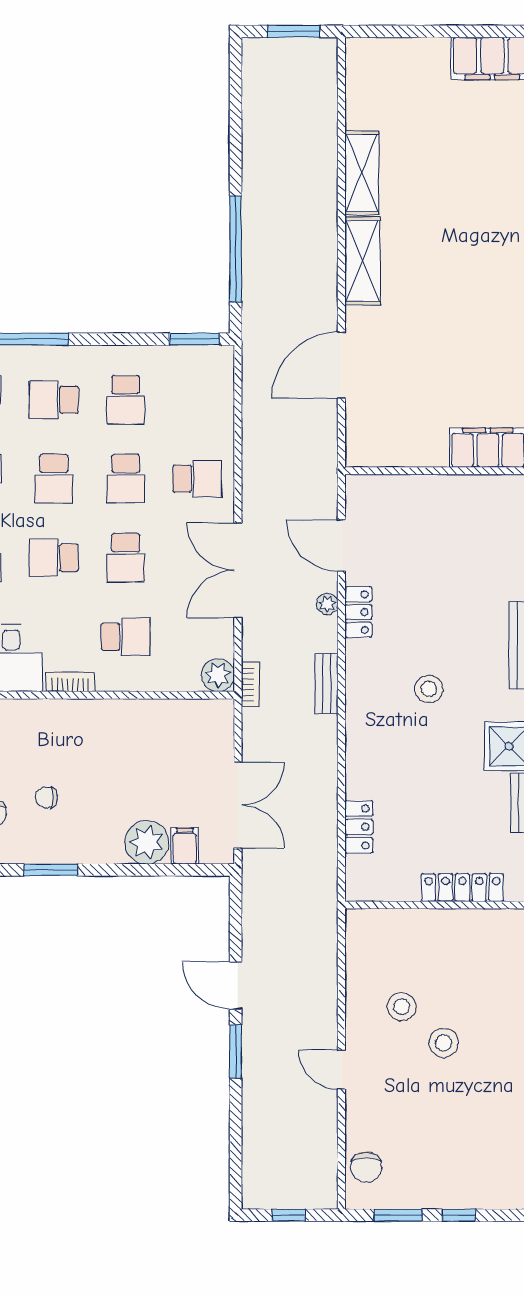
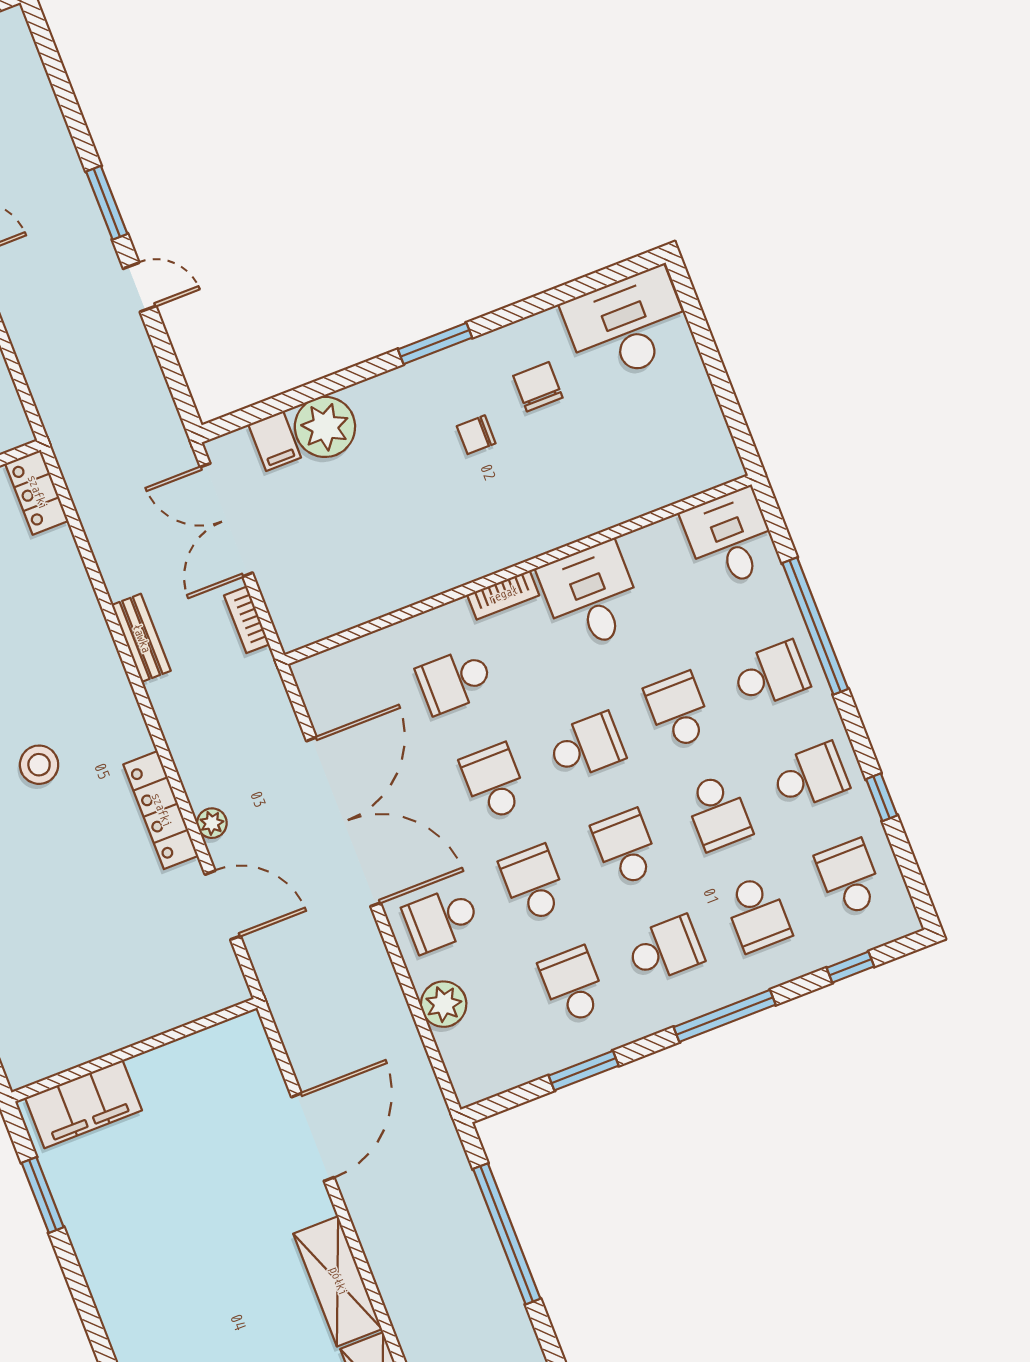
window: (194, 339) -> (584, 1071), moved
double door: (238, 570) -> (343, 822), width x1.36
locker: (358, 612) -> (161, 810), width x1.53
plant: (218, 675) -> (444, 1004), moved
bookcase: (250, 684) -> (247, 620), moved
bench: (327, 684) -> (141, 638), moved
chair: (47, 797) -> (476, 435), turned 180
locker: (359, 827) -> (37, 492), moved
door: (236, 985) -> (140, 287), width x0.73

